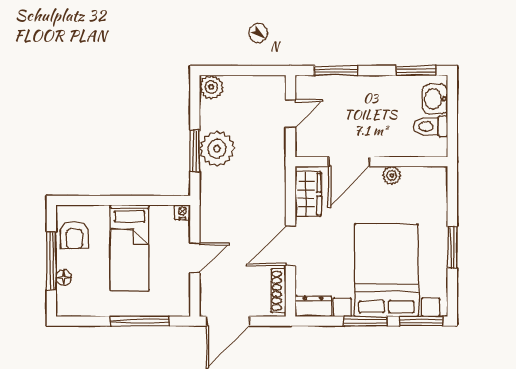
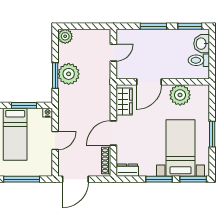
window: (336, 71) -> (153, 26), moved
plant: (392, 175) -> (180, 95), width x1.88, depth x1.88
window: (144, 200) -> (24, 105), added
bed with nightstands: (386, 270) -> (181, 148), width x0.73

